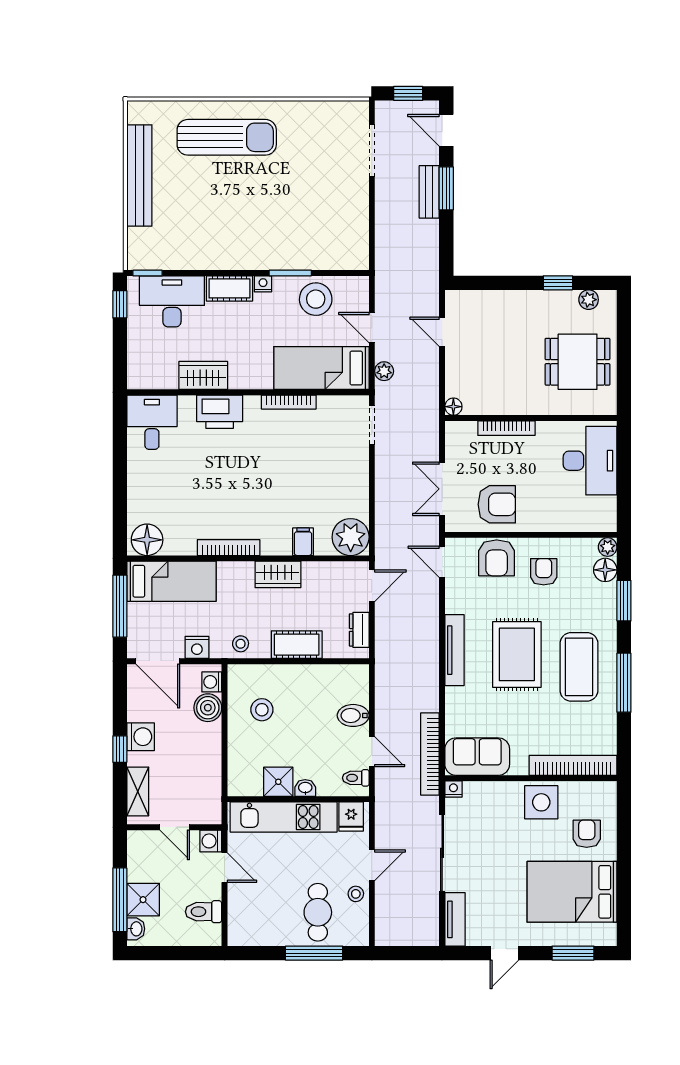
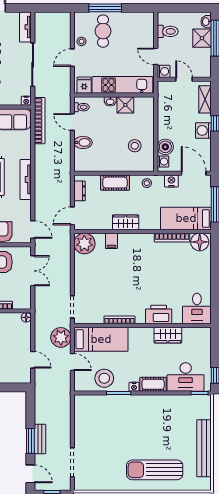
plant: (384, 371) -> (61, 337), width x1.87, depth x1.87
bookcase: (229, 548) -> (172, 238), moved

